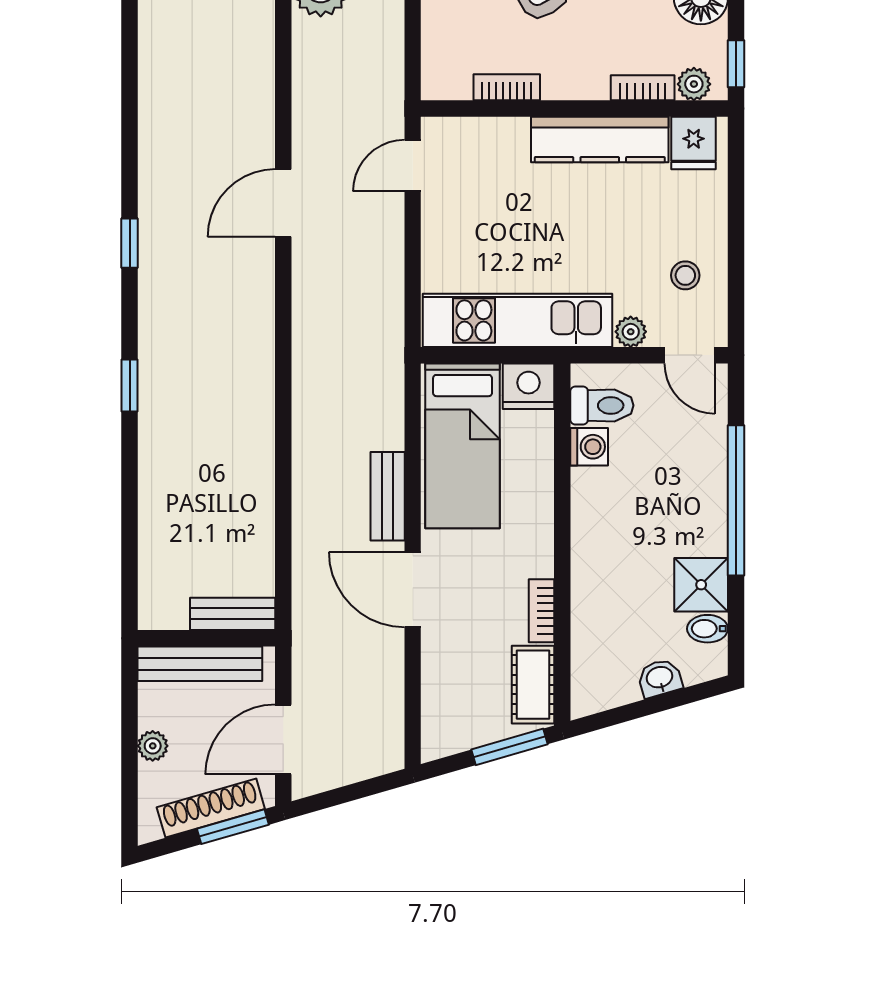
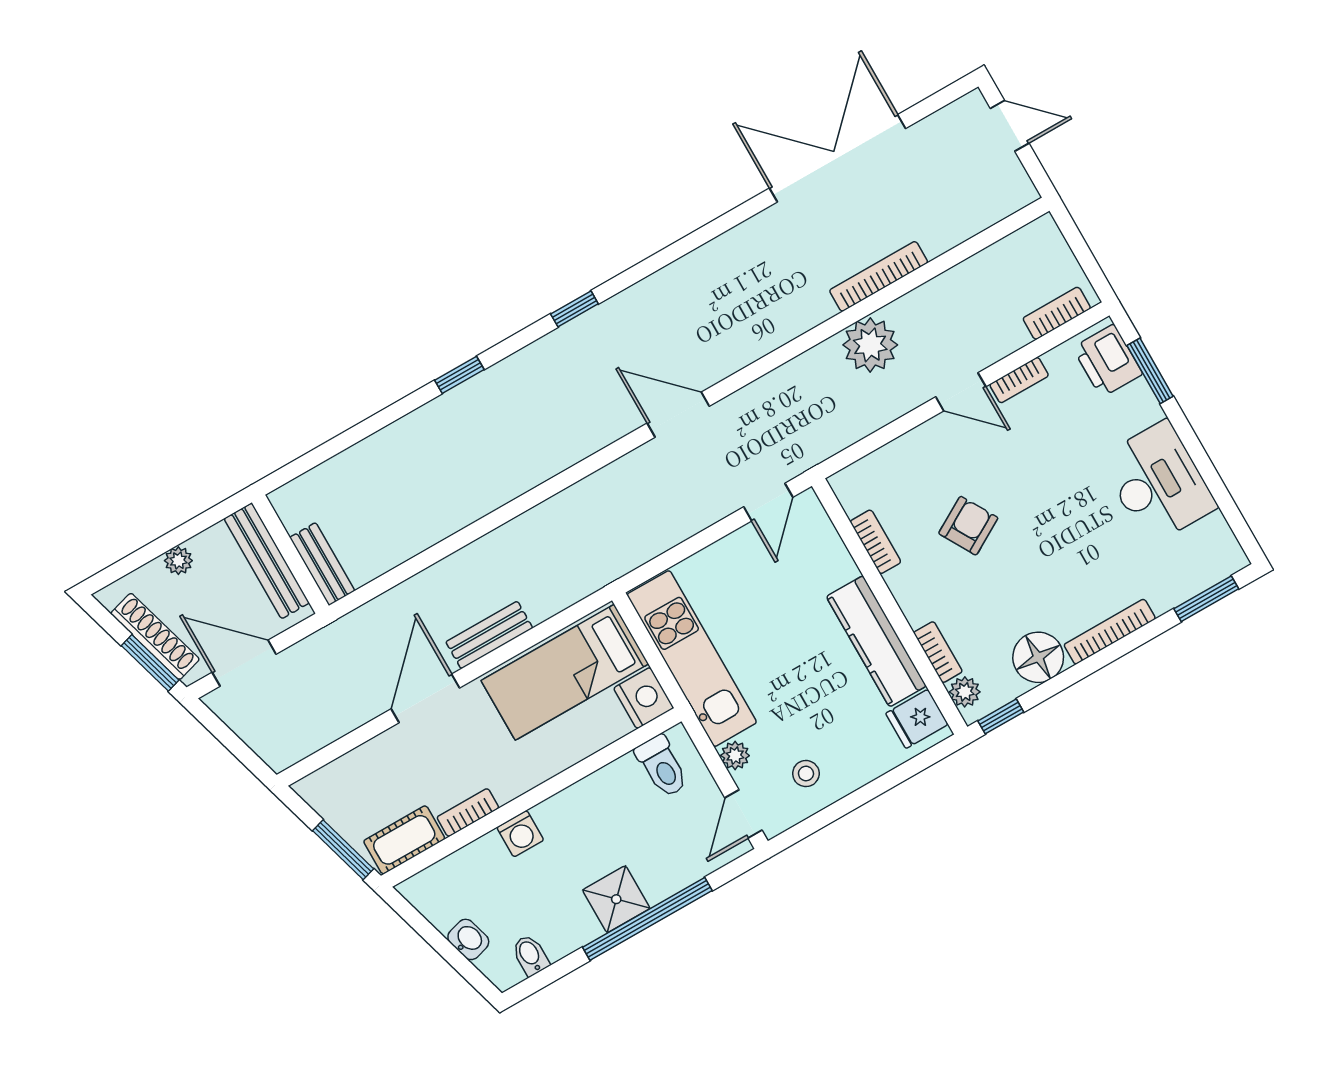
door: (413, 166) -> (768, 502), swing flipped
washing machine: (589, 447) -> (520, 834), moved
shower: (701, 585) -> (616, 899), moved

